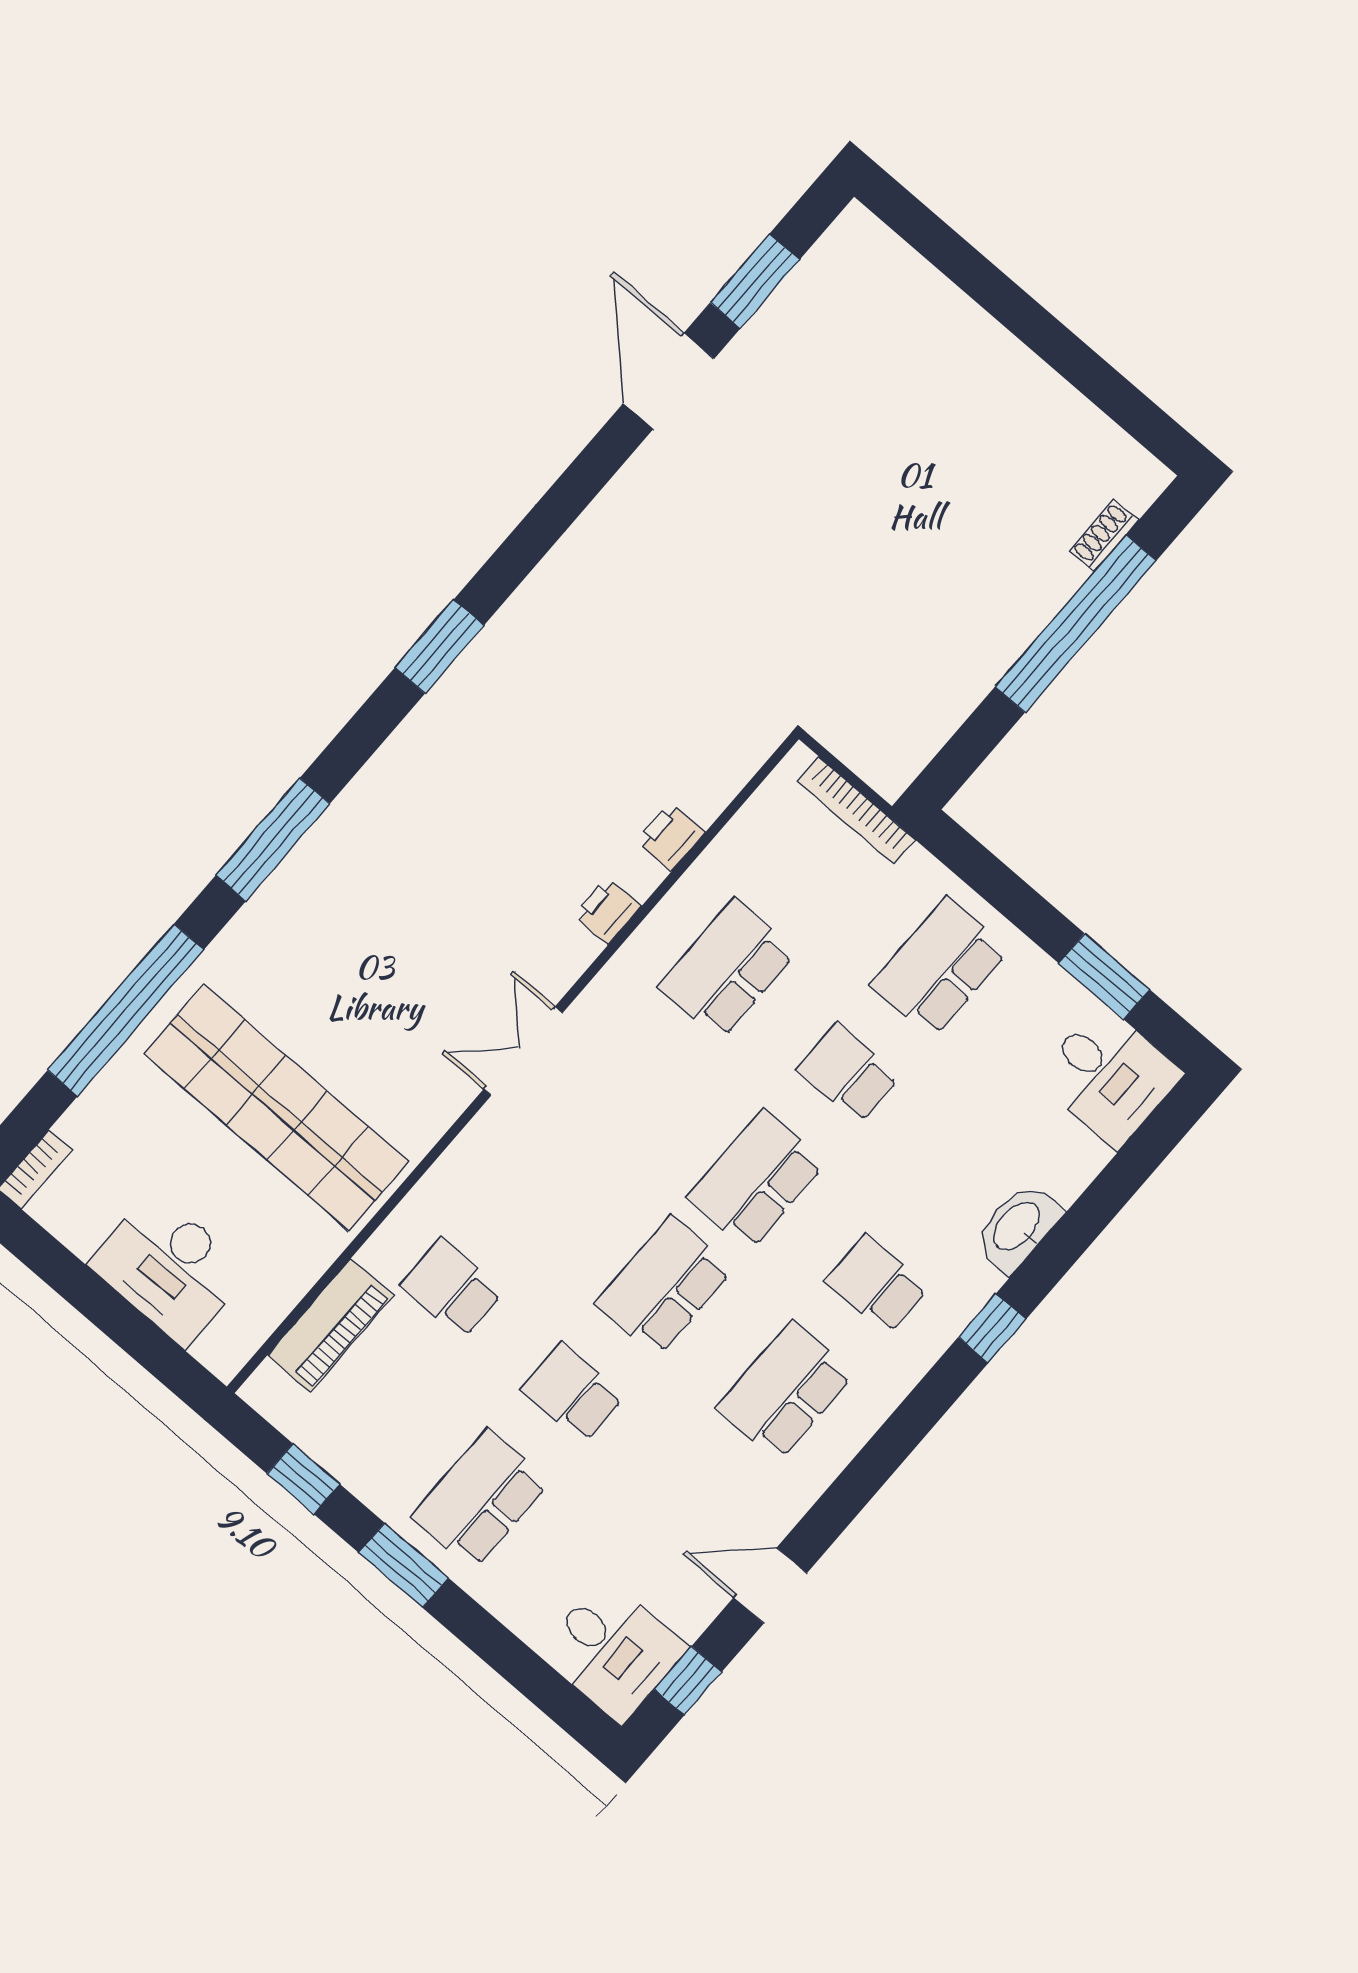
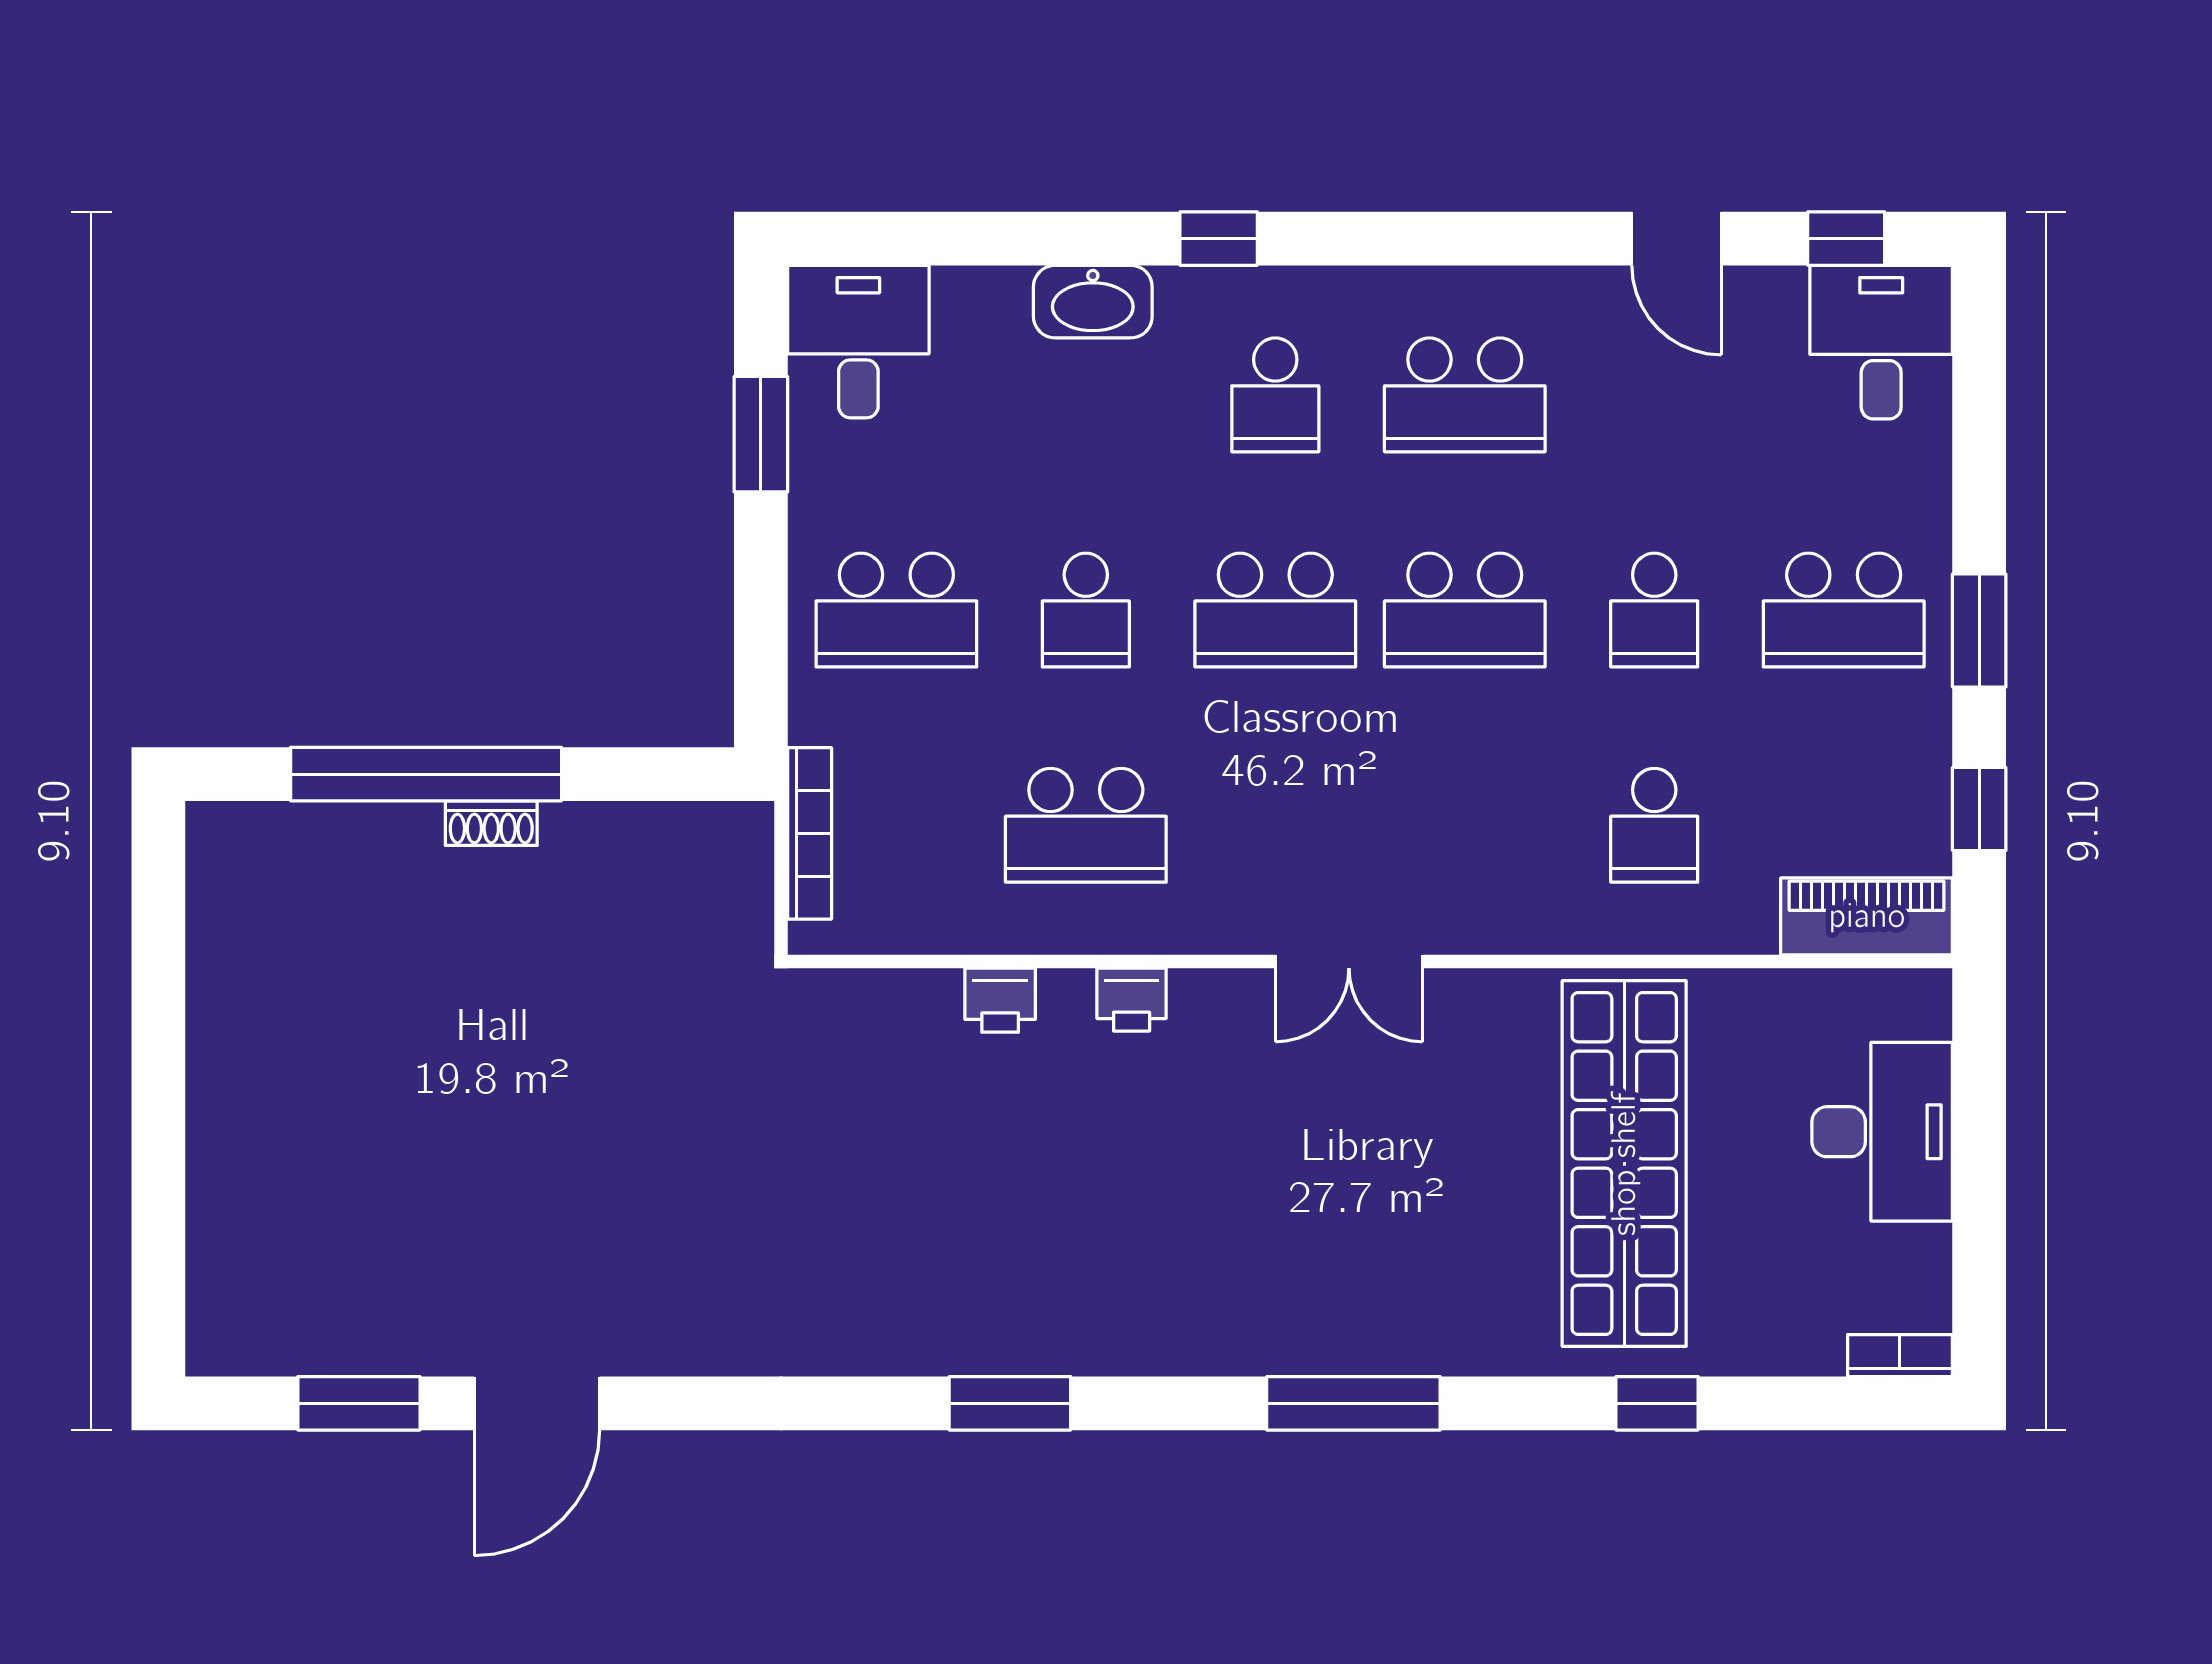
shoe rack: (1104, 536) -> (491, 823), moved
window: (126, 1010) -> (1657, 1403), width x0.32
piano: (330, 1326) -> (1867, 916), moved

